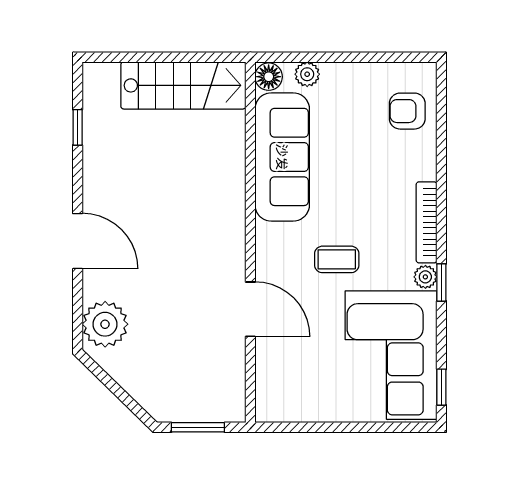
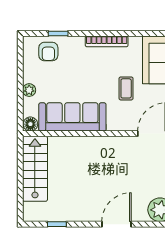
plant: (307, 74) -> (29, 90), moved
plant: (425, 277) -> (135, 42), removed
window: (441, 282) -> (58, 34), moved

